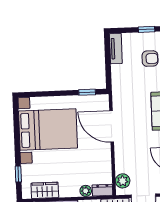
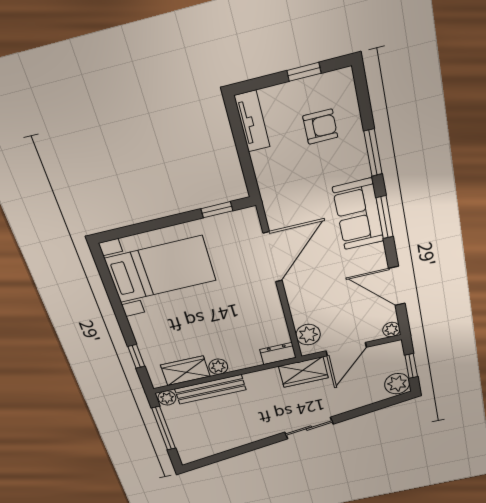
door: (112, 126) -> (273, 257), swing flipped
bed with nightstands: (48, 130) -> (160, 269), width x0.73
plant: (86, 191) -> (218, 367), moved

